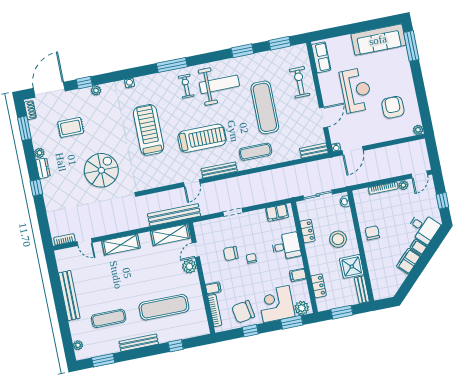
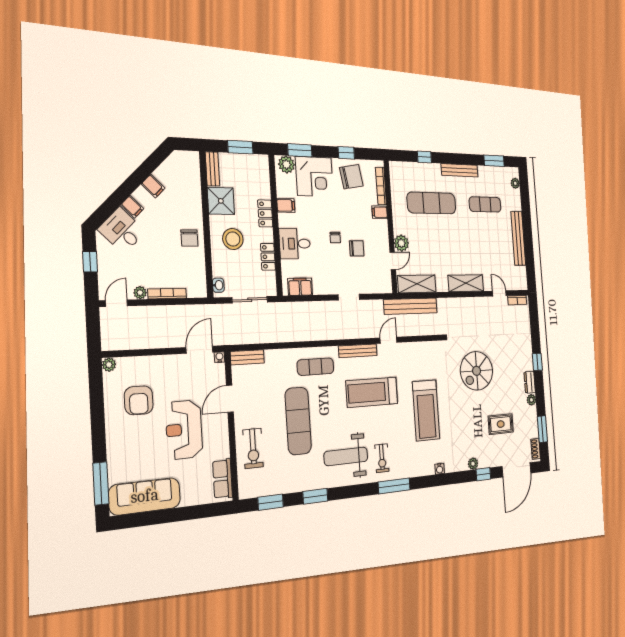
filing cabinet: (408, 261) -> (153, 186), width x0.50
locker: (319, 286) -> (265, 213), moved

